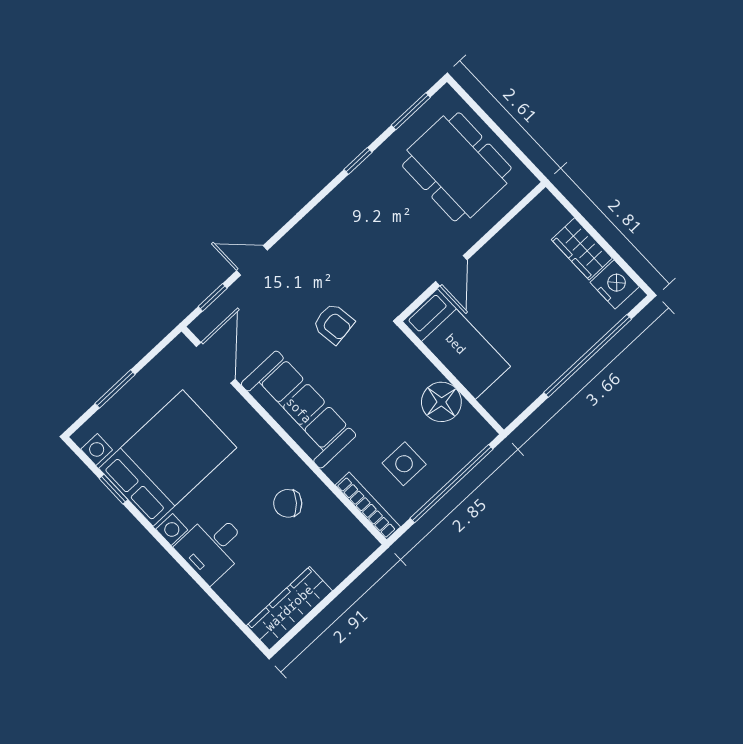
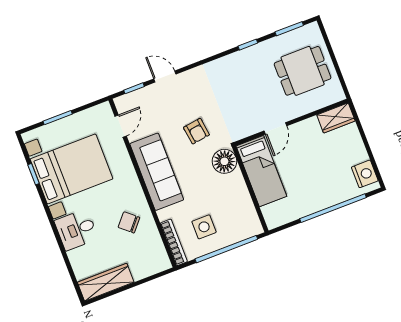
dining table: (457, 167) -> (303, 71), width x0.73
wardrobe: (582, 249) -> (336, 118), moved, turned -90
door: (216, 363) -> (121, 126), width x0.73
floor lamp: (441, 402) -> (224, 161), moved

